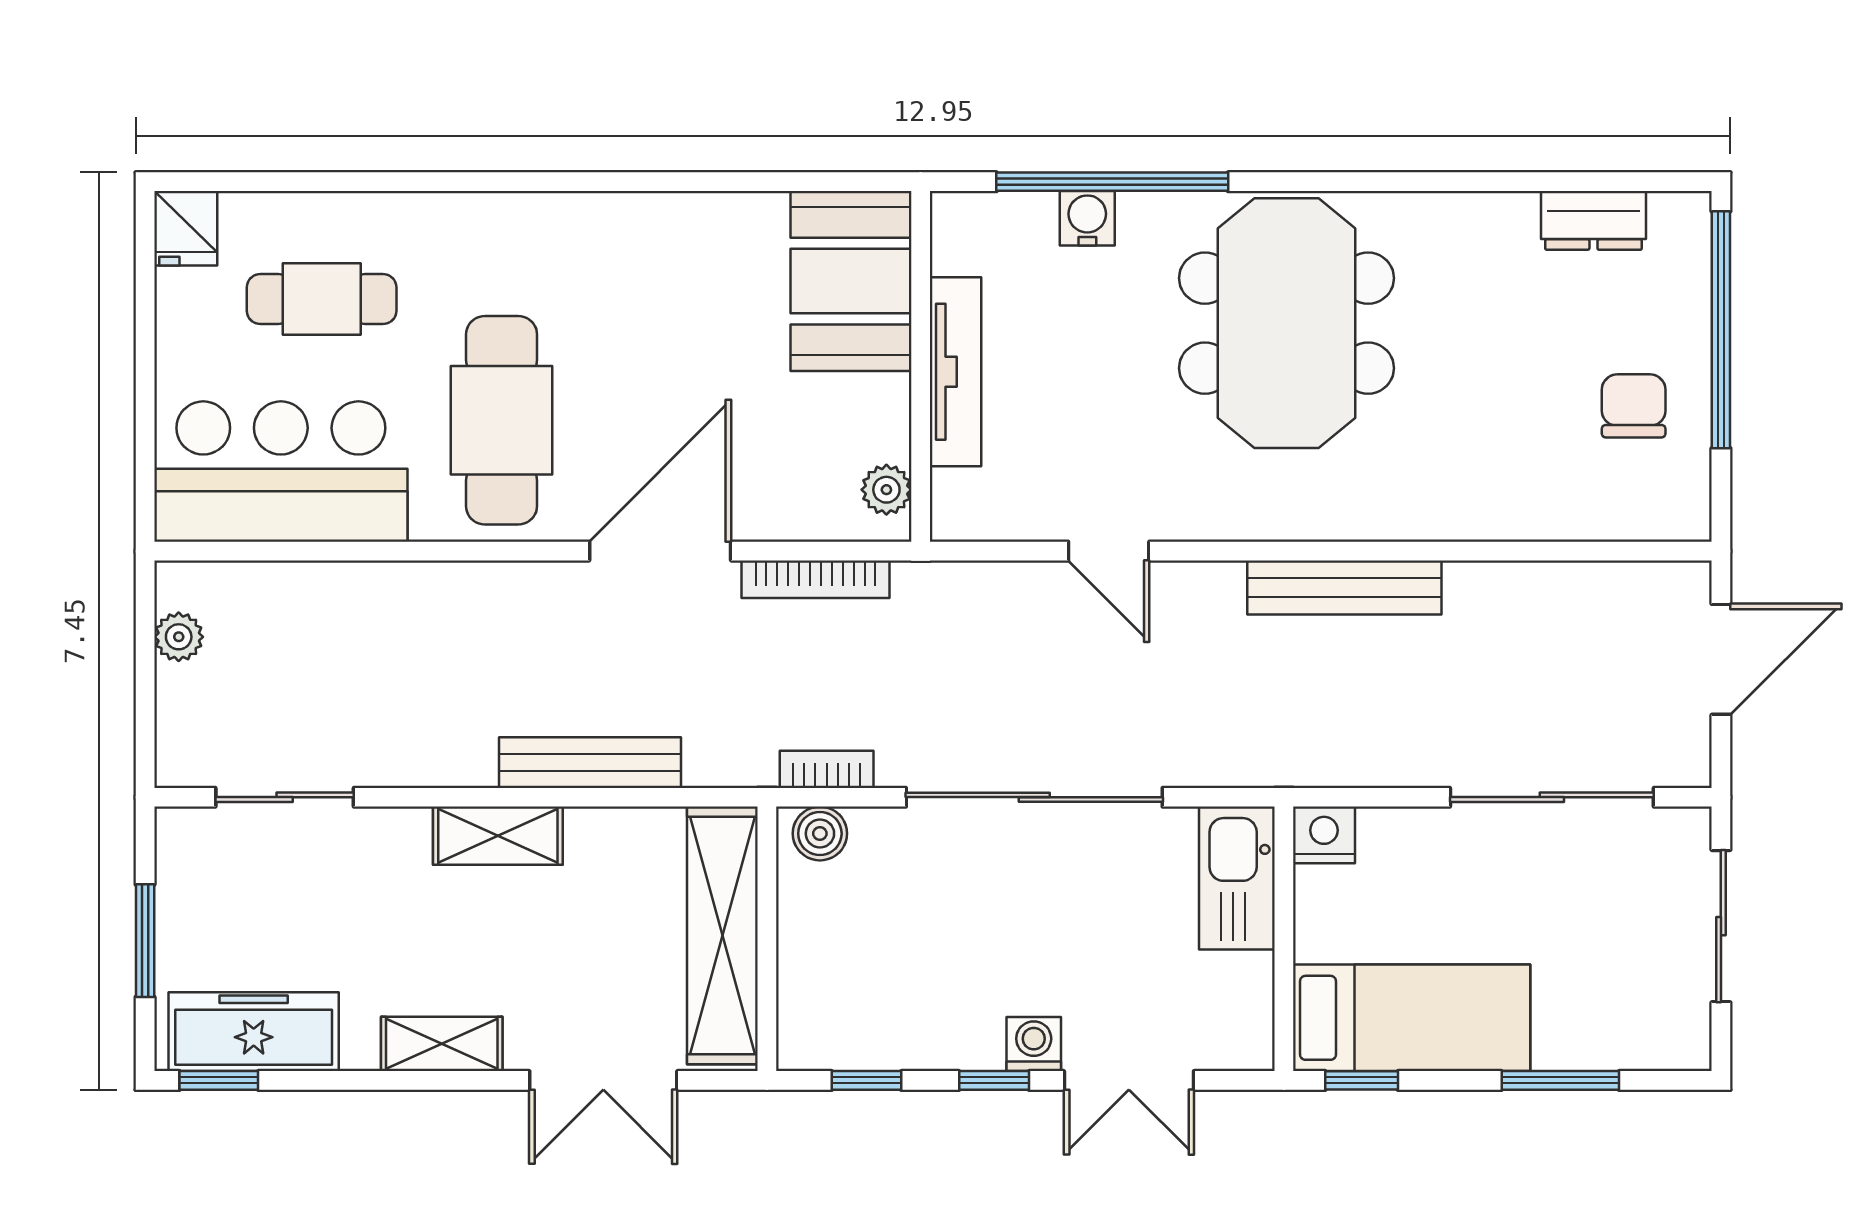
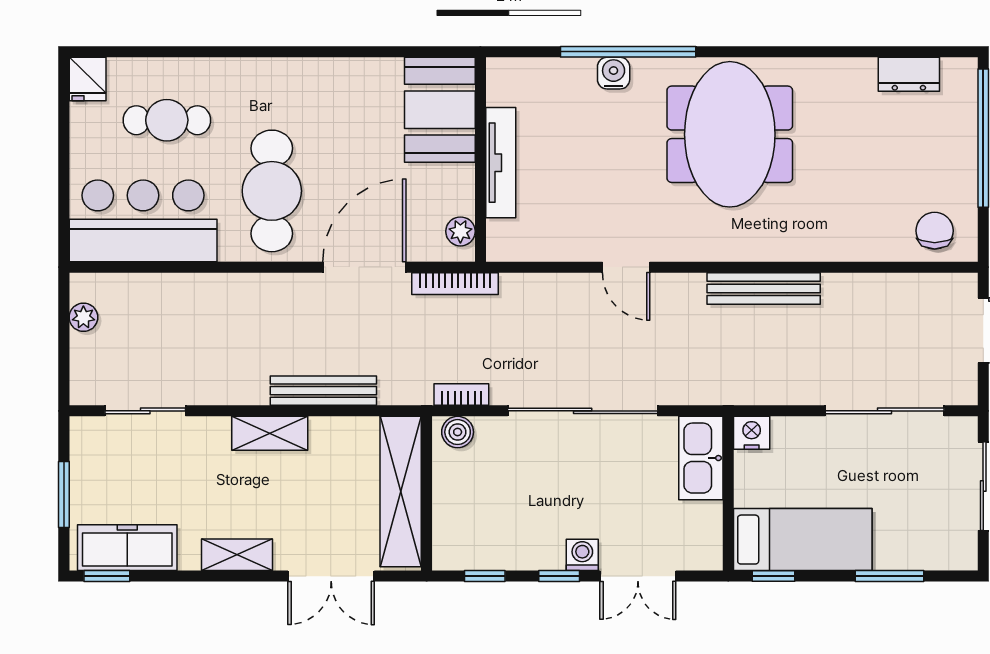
booth: (851, 281) -> (440, 110), moved
wall: (921, 366) -> (480, 159), moved
tv unit: (956, 372) -> (501, 163), moved
chair: (1634, 406) -> (935, 231), moved
plant: (886, 490) -> (460, 231), moved

